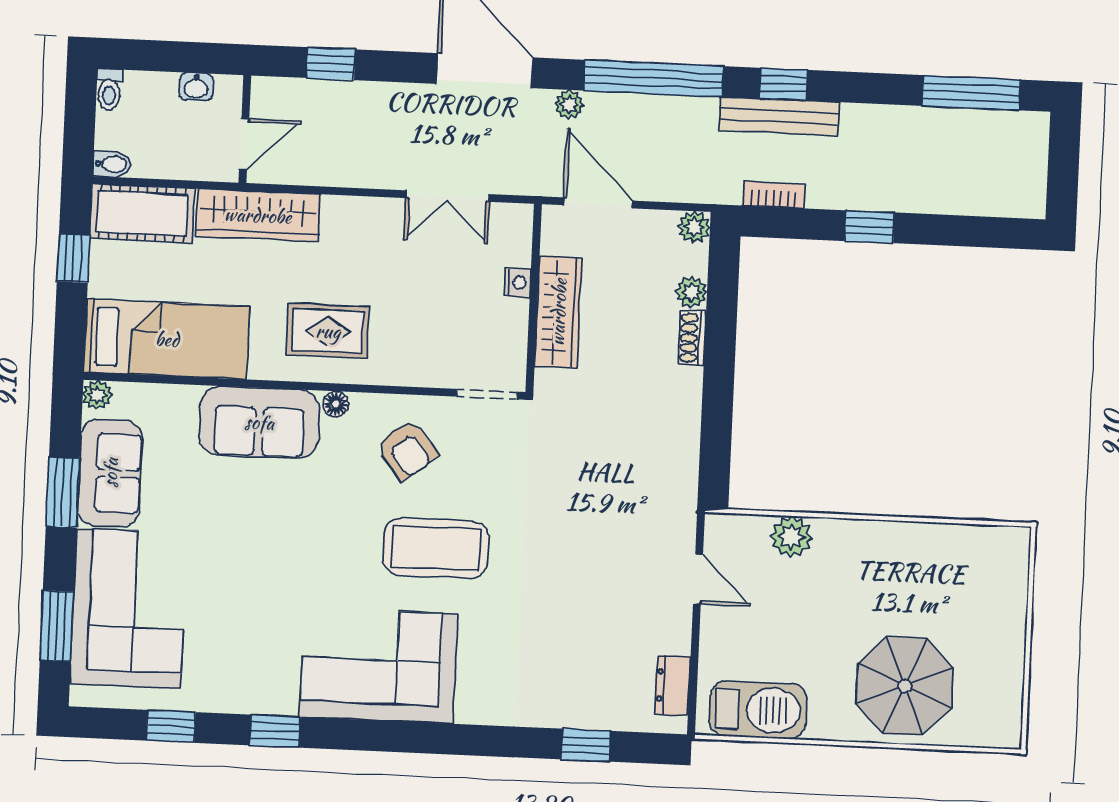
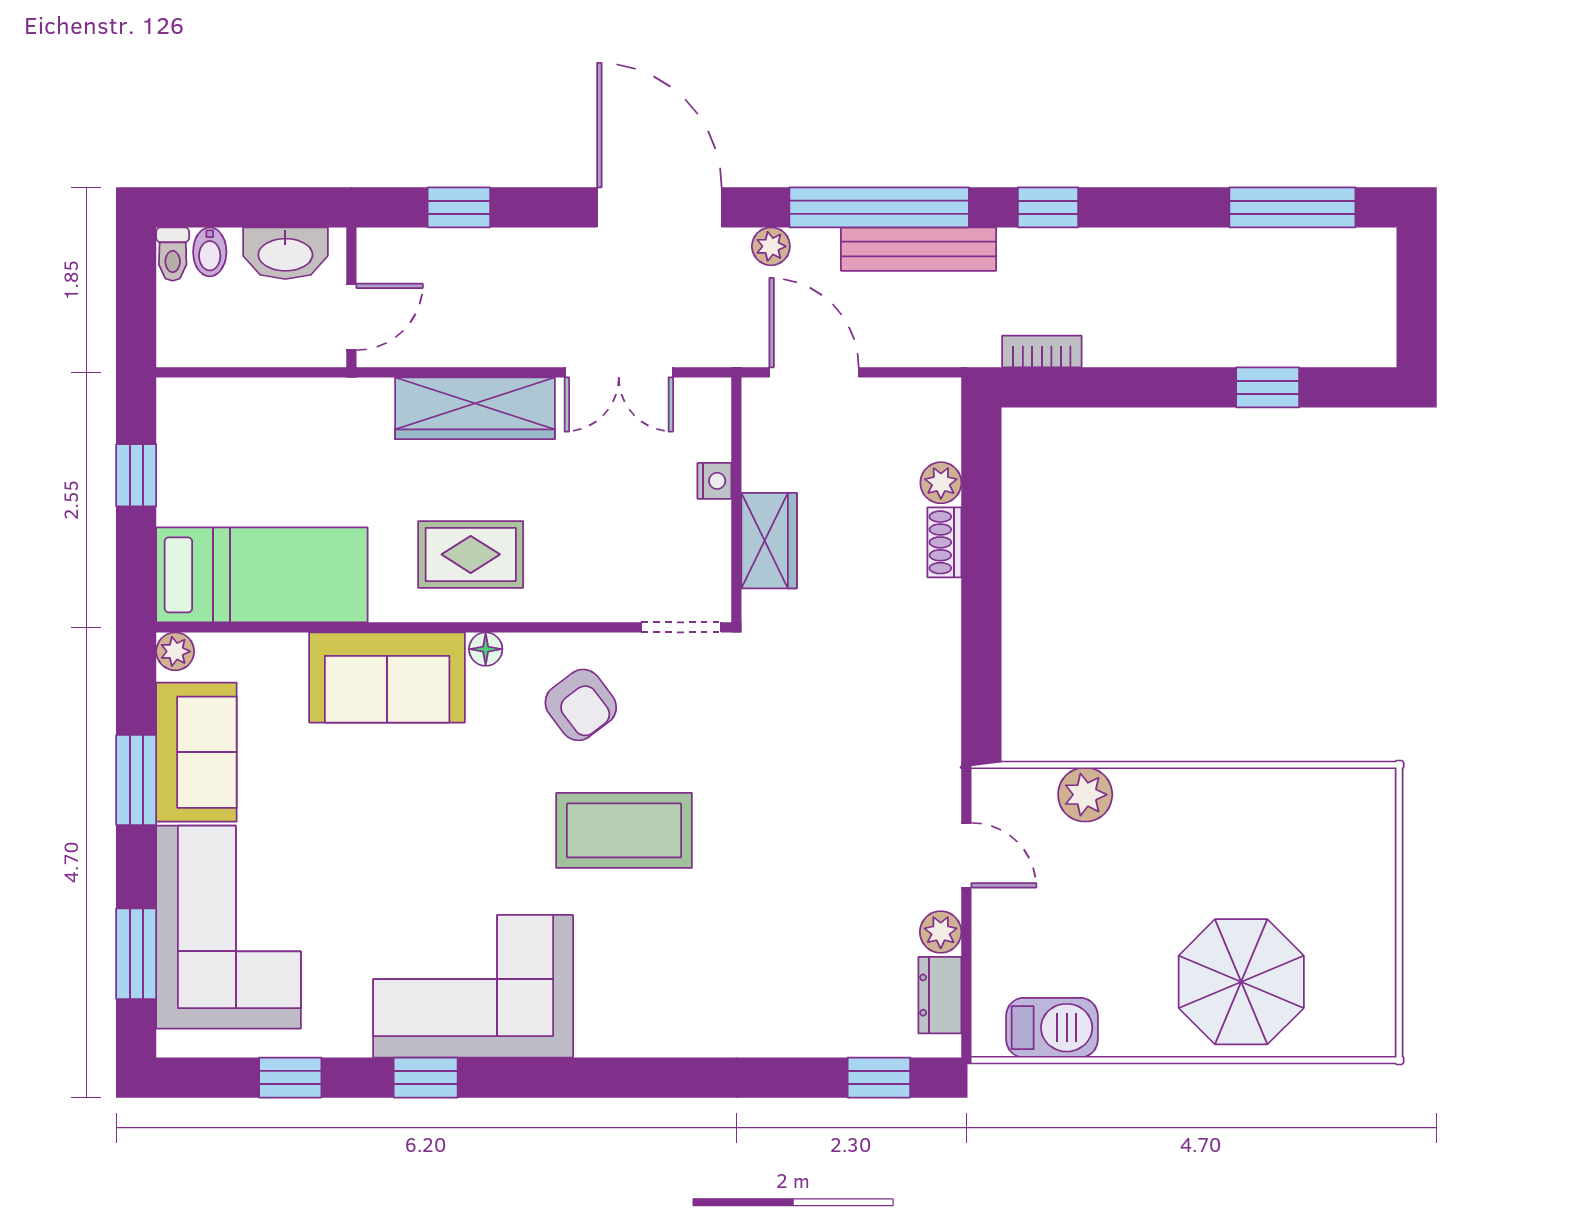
washbasin: (196, 87) -> (285, 253), width x1.91, depth x1.45
bench: (779, 116) -> (918, 249), moved
bidet: (112, 164) -> (210, 252), moved, turned 90
cot: (142, 213) -> (223, 413), removed
wardrobe: (258, 215) -> (475, 408), moved
plant: (694, 227) -> (941, 932), moved
window: (870, 227) -> (1268, 387), moved
wardrobe: (558, 312) -> (769, 541), width x0.67
corner sofa: (378, 665) -> (473, 986), moved
barbecue: (758, 710) -> (1052, 1028), width x0.73, depth x0.83
window: (586, 745) -> (879, 1078), moved

